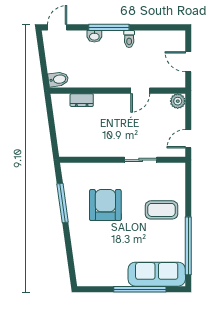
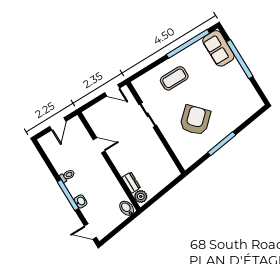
plant: (178, 101) -> (141, 196), moved
window: (63, 203) -> (222, 144), moved
armchair: (105, 205) -> (195, 120), turned 137
coffee table: (161, 210) -> (174, 78), turned 90
sofa: (157, 274) -> (218, 48), width x0.73

